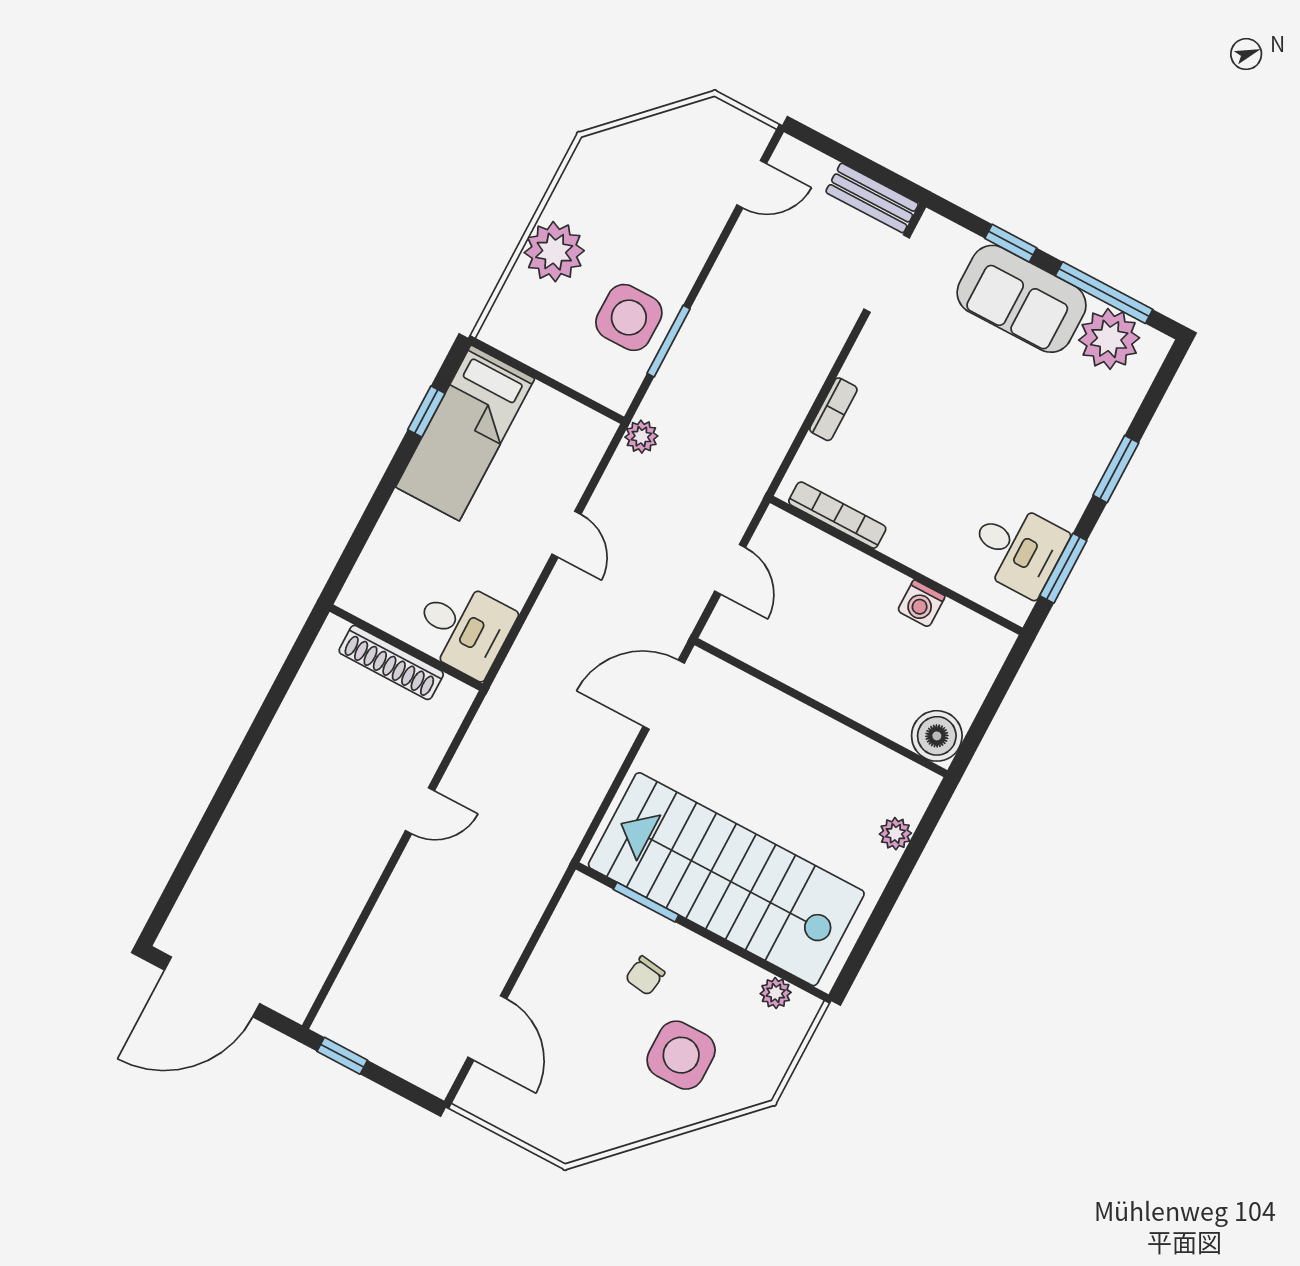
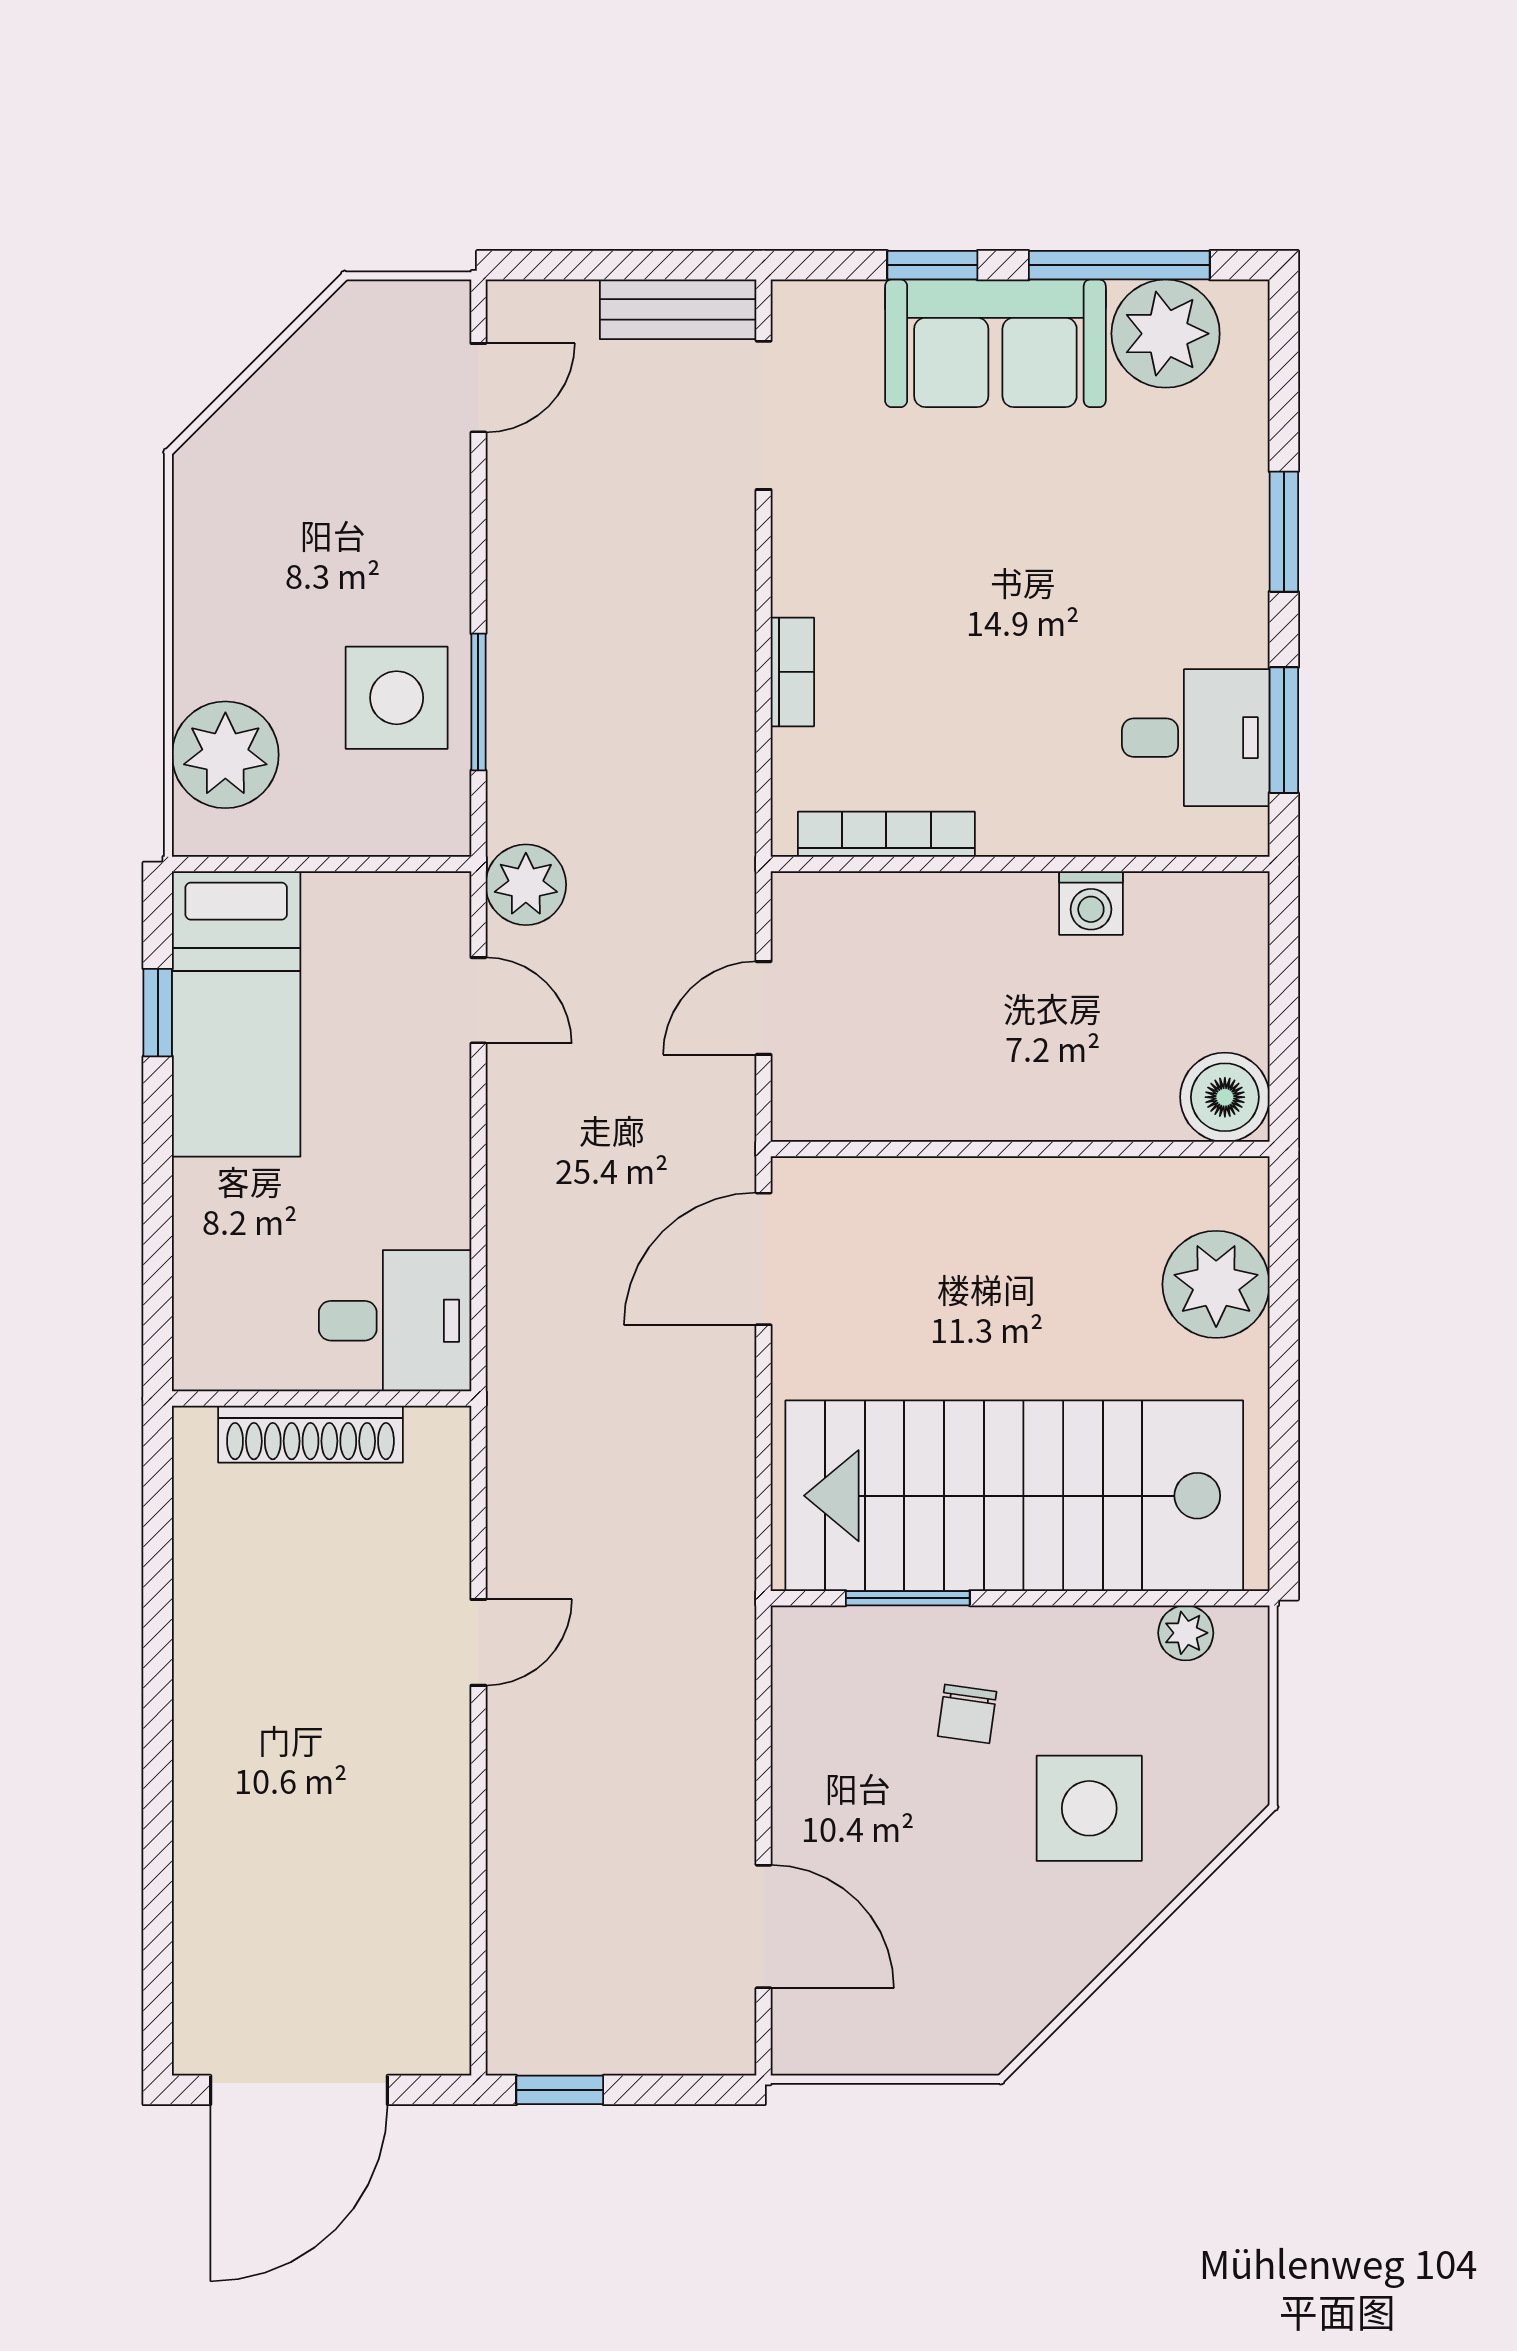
plant: (554, 252) -> (225, 755), moved
plant: (641, 437) -> (526, 885), width x1.38, depth x1.38
door: (566, 534) -> (478, 1000), moved
door: (730, 569) -> (764, 1008), swing flipped
plant: (895, 834) -> (1216, 1284), width x1.87, depth x1.87

